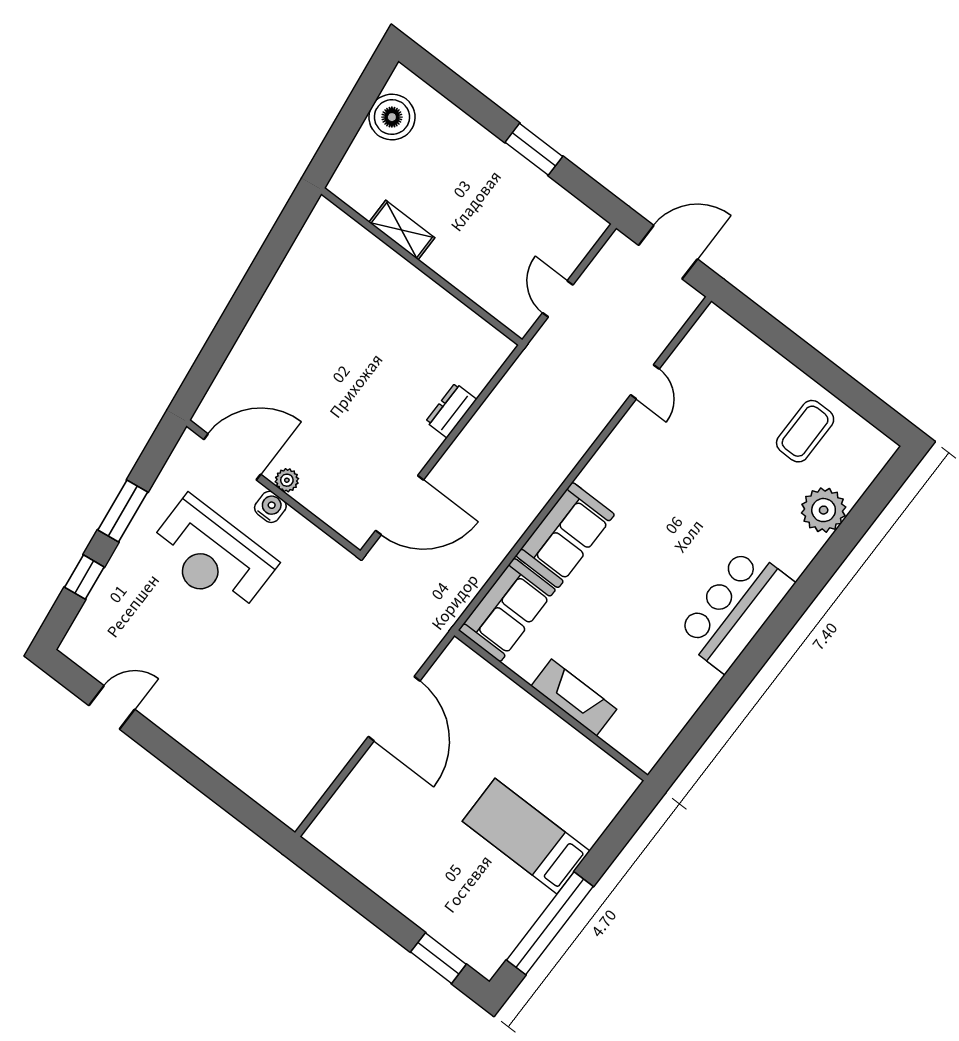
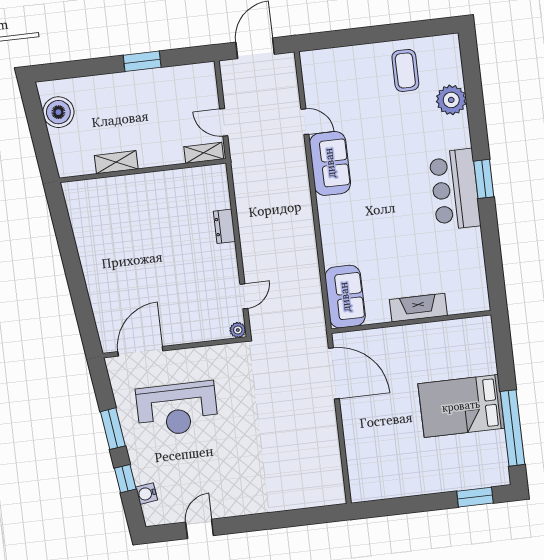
shelving: (505, 311) -> (204, 153), added
plant: (287, 480) -> (238, 330), moved
door: (399, 505) -> (244, 296), width x0.53
water cooler: (270, 507) -> (147, 494), moved, turned -97
sofa: (565, 535) -> (330, 163), moved
window: (777, 628) -> (484, 179), added
door: (394, 709) -> (334, 373), moved
bed: (526, 836) -> (461, 406), width x1.50

